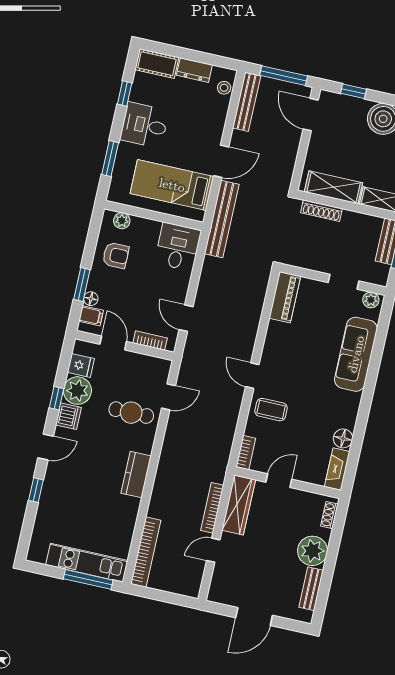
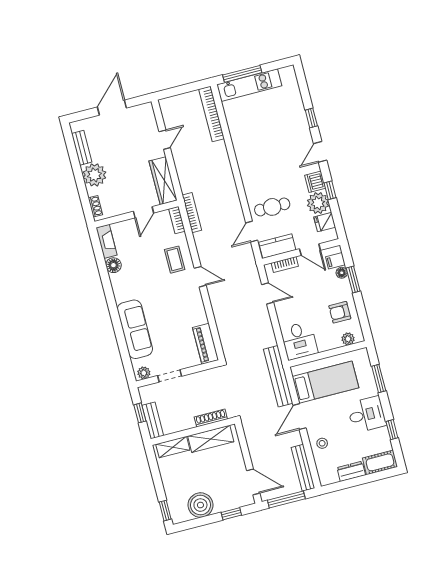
stool: (224, 88) -> (322, 443), moved
coffee table: (271, 410) -> (175, 260), turned 90
kitchen counter: (136, 475) -> (277, 246), moved, turned -90
bookcase: (212, 508) -> (192, 213), moved

